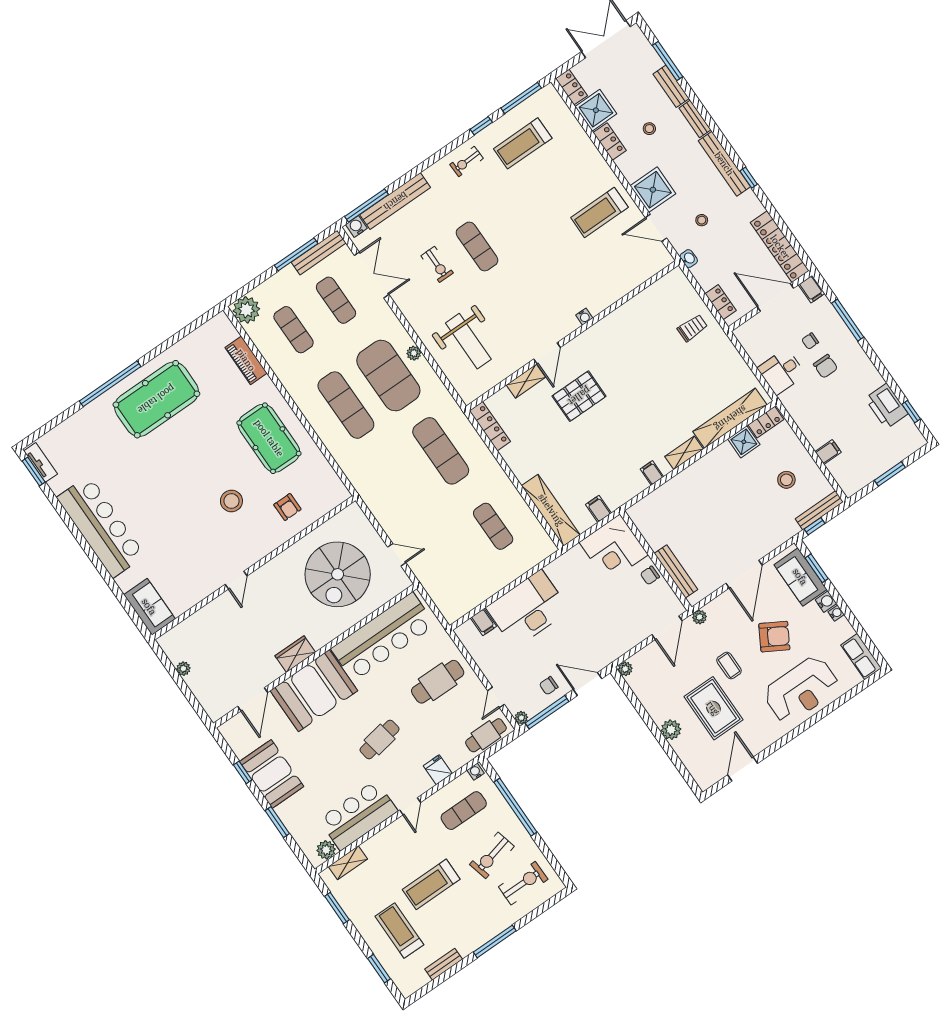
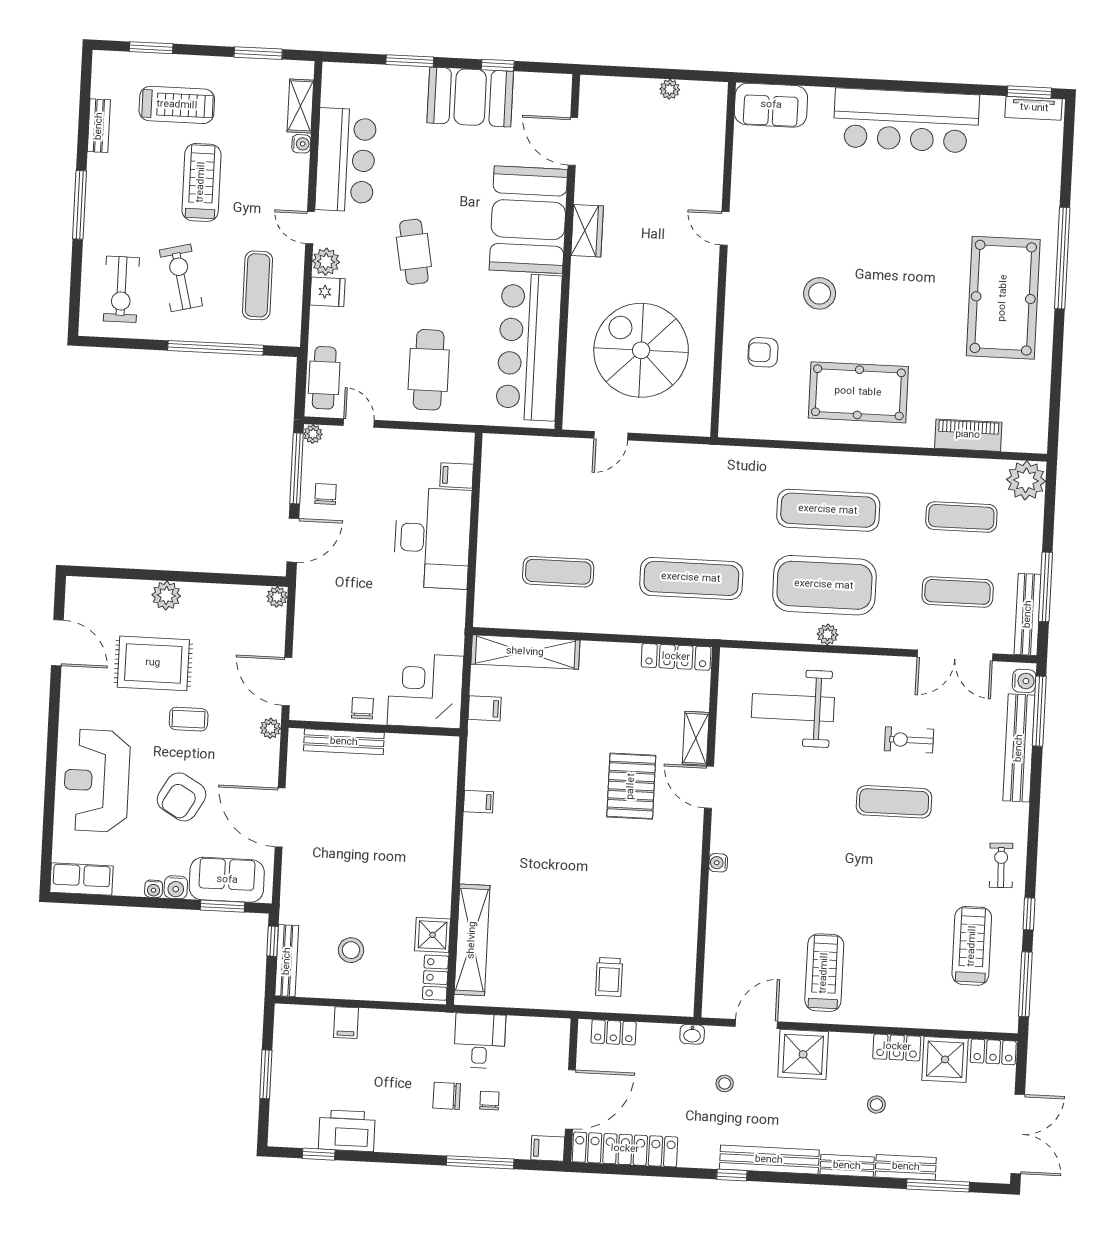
shelving: (684, 453) -> (473, 856), removed
water cooler: (476, 772) -> (301, 144), moved
plant: (326, 850) -> (326, 262), moved

